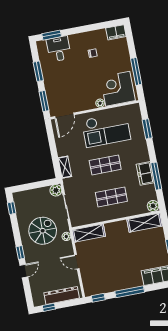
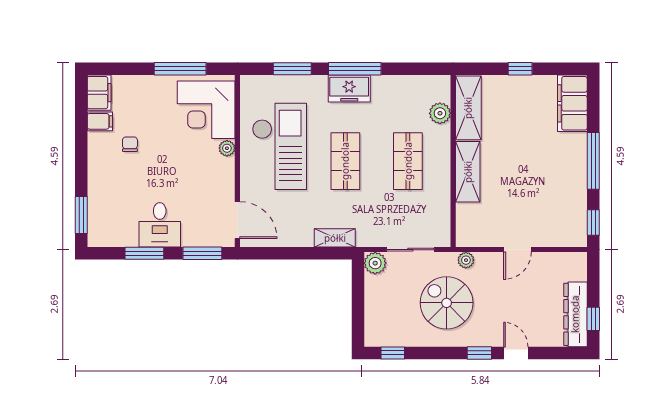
filing cabinet: (101, 36) -> (100, 121), added
desk: (59, 49) -> (160, 225), moved, turned -90
freezer: (145, 173) -> (349, 89), moved
window: (156, 176) -> (355, 69), moved
plant: (153, 206) -> (440, 113), moved
shelving: (89, 233) -> (468, 172), moved
dresser: (62, 295) -> (575, 314), moved

